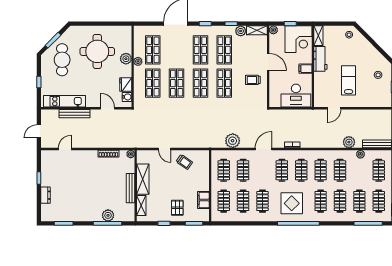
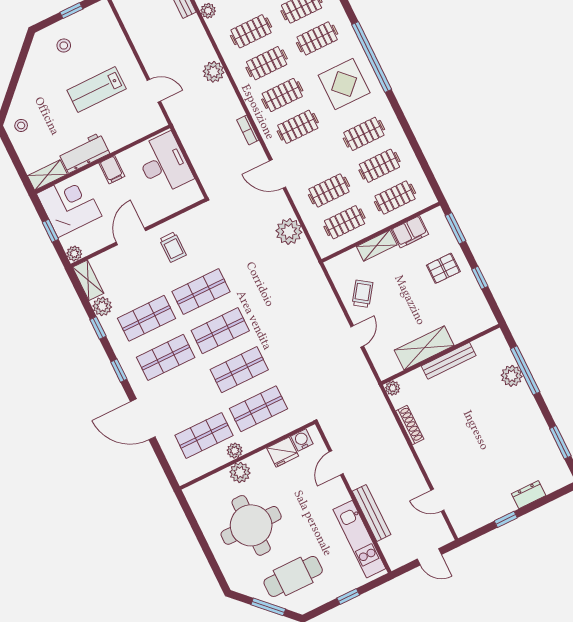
plant: (349, 142) -> (214, 72), moved
shelving: (141, 205) -> (377, 246), moved

